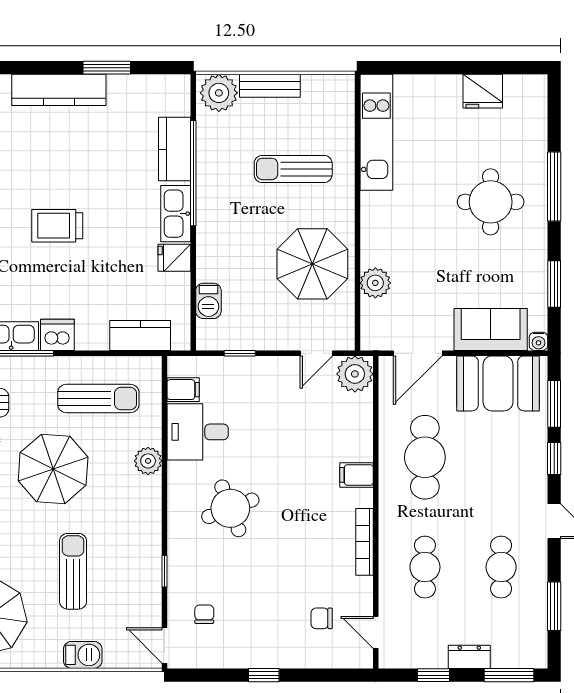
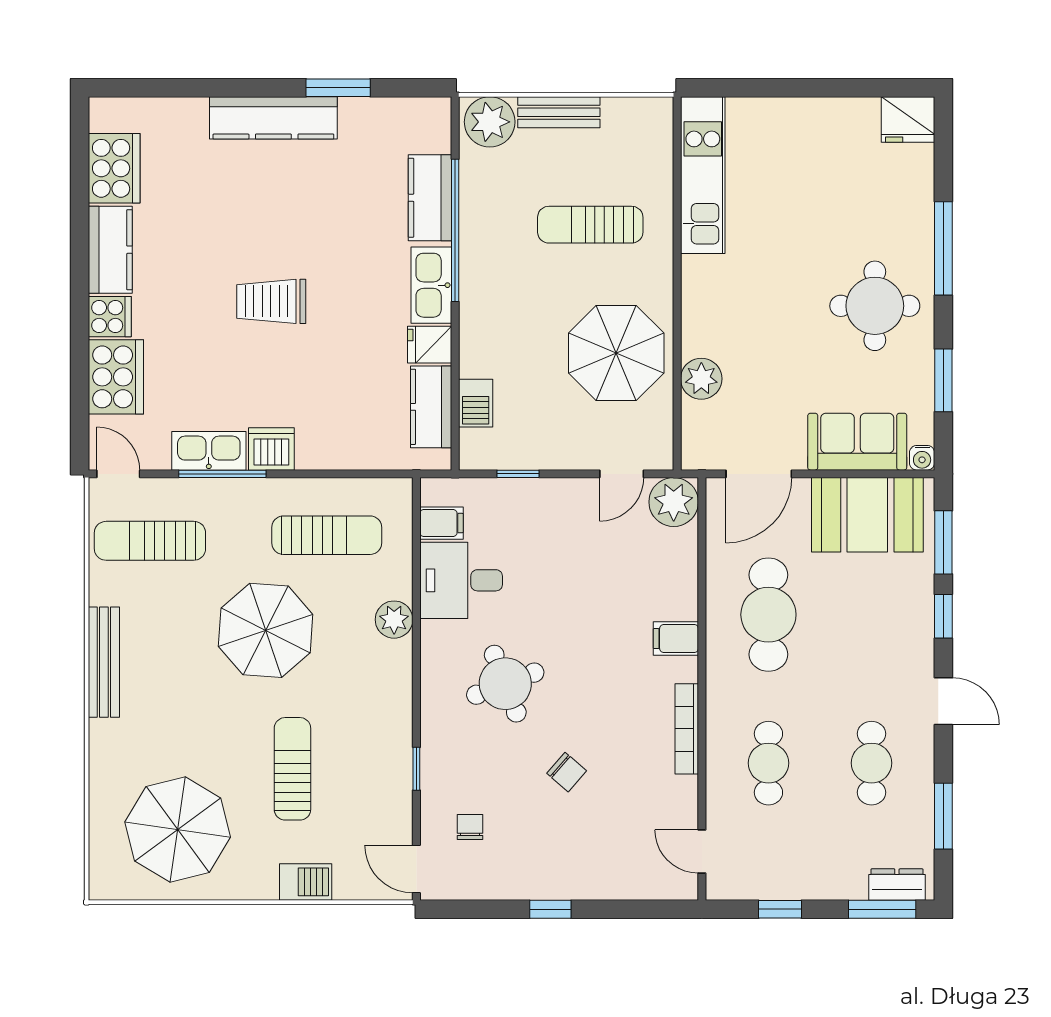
fridge: (483, 91) -> (908, 119), moved
round table: (491, 202) -> (875, 306), moved
kitchen counter: (140, 335) -> (431, 407), moved, turned -90
chair: (322, 618) -> (567, 772), moved, turned -139
dresser: (469, 657) -> (897, 885), moved

